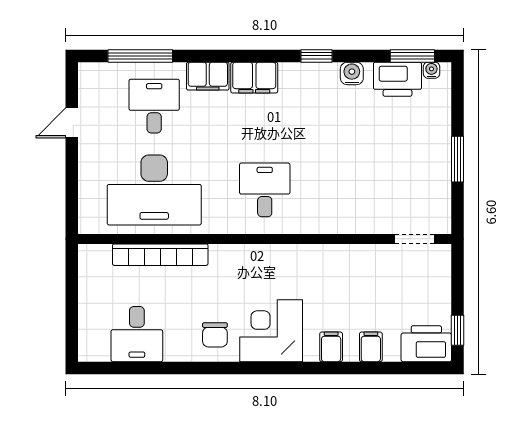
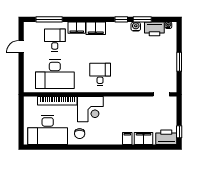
window: (412, 56) -> (142, 19), moved
corner desk: (271, 331) -> (90, 109), moved, turned 180
desk: (137, 334) -> (48, 130), width x1.87, depth x1.30
filing cabinet: (371, 347) -> (144, 139), width x2.00

